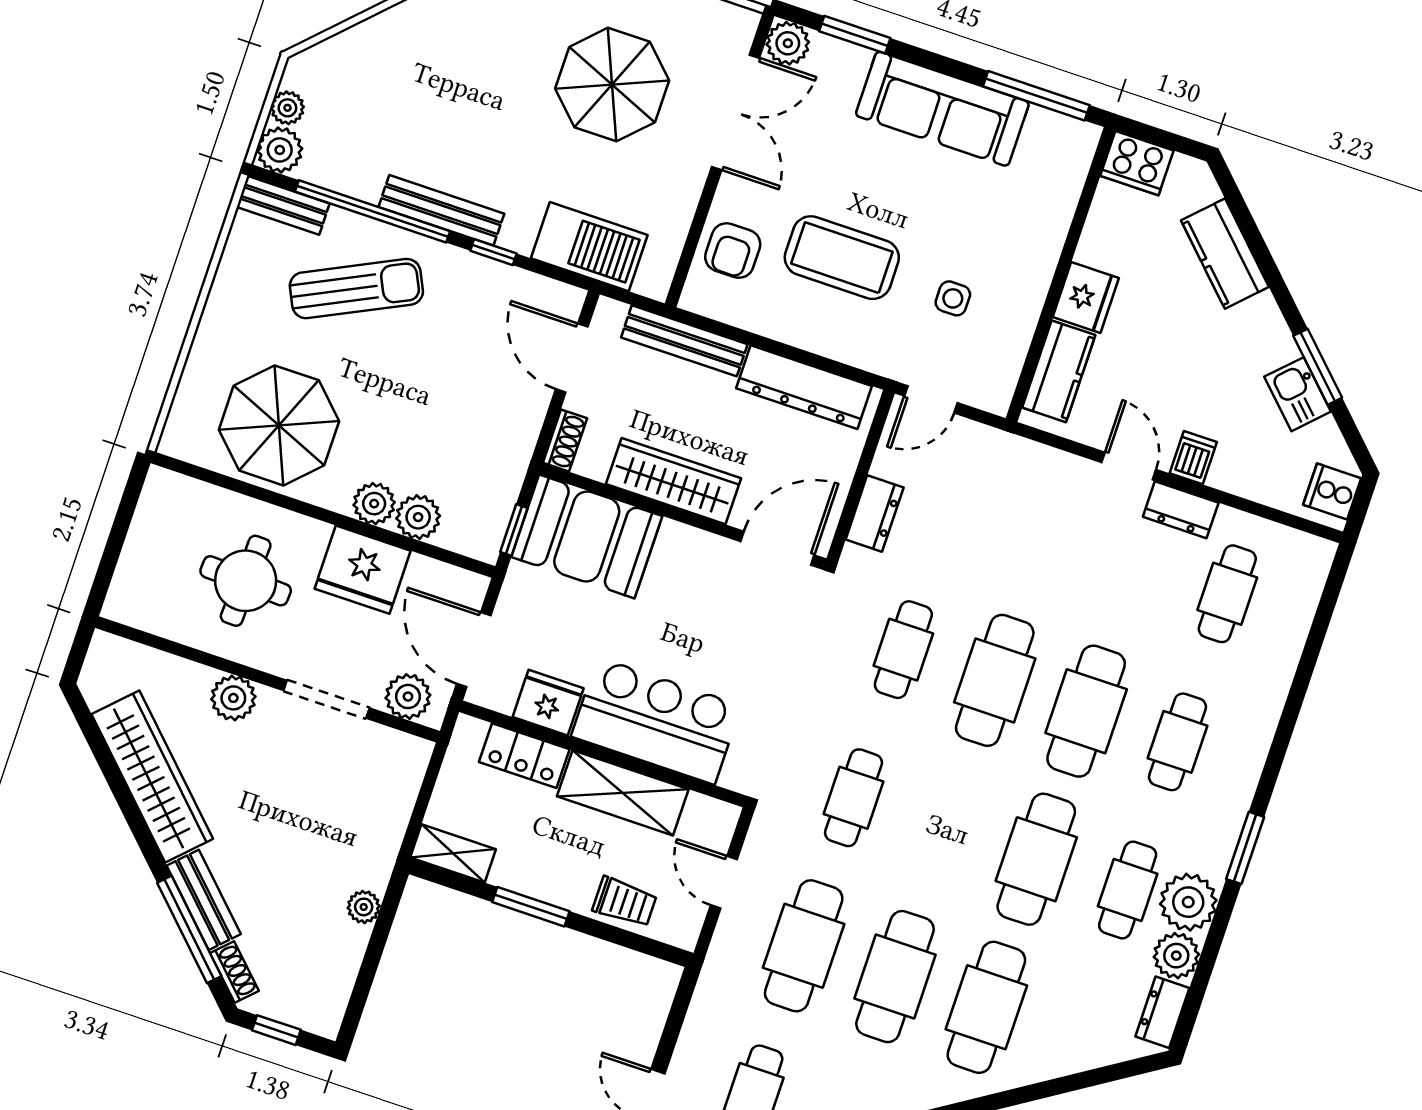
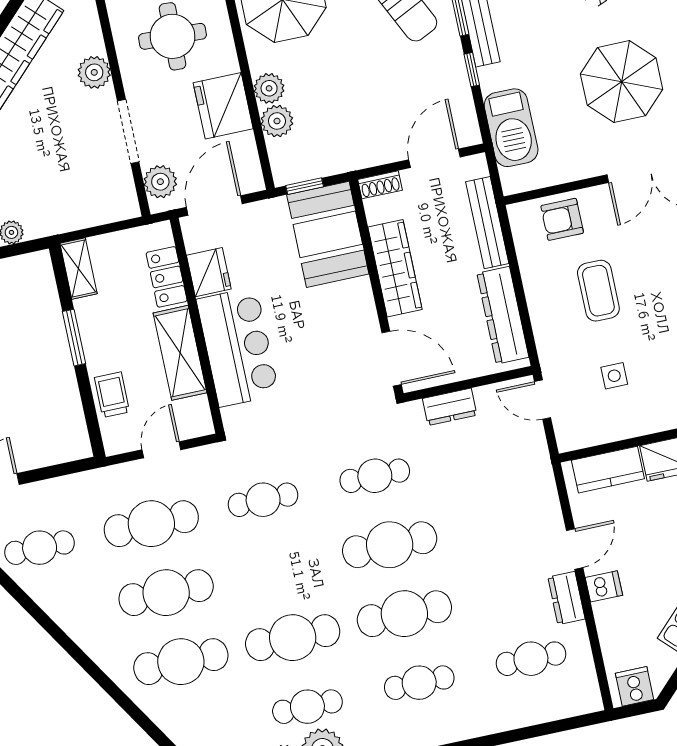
coffee table: (842, 258) -> (598, 291), width x0.73, depth x0.76
trolley: (625, 902) -> (112, 395), turned 180

